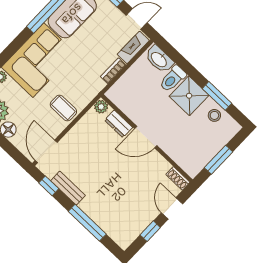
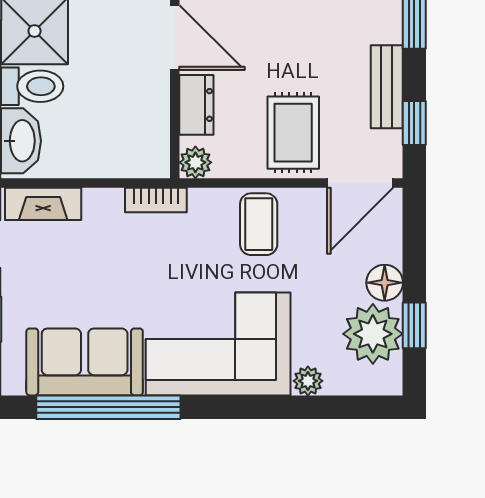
bookcase: (113, 71) -> (156, 200), moved
rug: (81, 146) -> (293, 133), added

